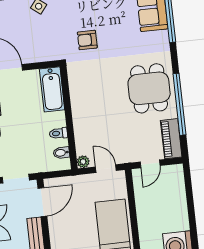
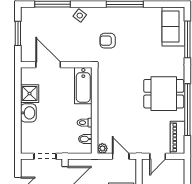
armchair: (87, 40) -> (108, 41), moved
dining table: (149, 88) -> (164, 94), turned 90

